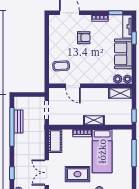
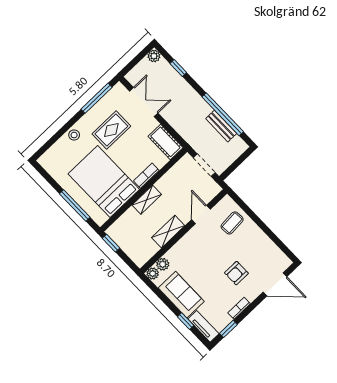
door: (73, 86) -> (201, 214), hinge flipped
shelving: (120, 93) -> (168, 232), moved
bed: (102, 151) -> (104, 182), width x1.50

